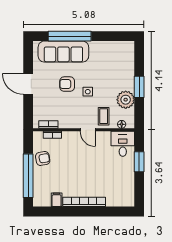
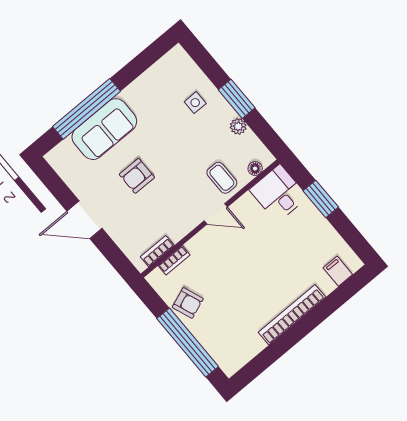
sofa: (63, 52) -> (104, 129), width x0.73
side table: (88, 92) -> (195, 103), moved
plant: (126, 100) -> (238, 126), width x0.53, depth x0.53
armchair: (43, 158) -> (188, 303), turned 79
filing cabinet: (57, 200) -> (338, 271), moved

